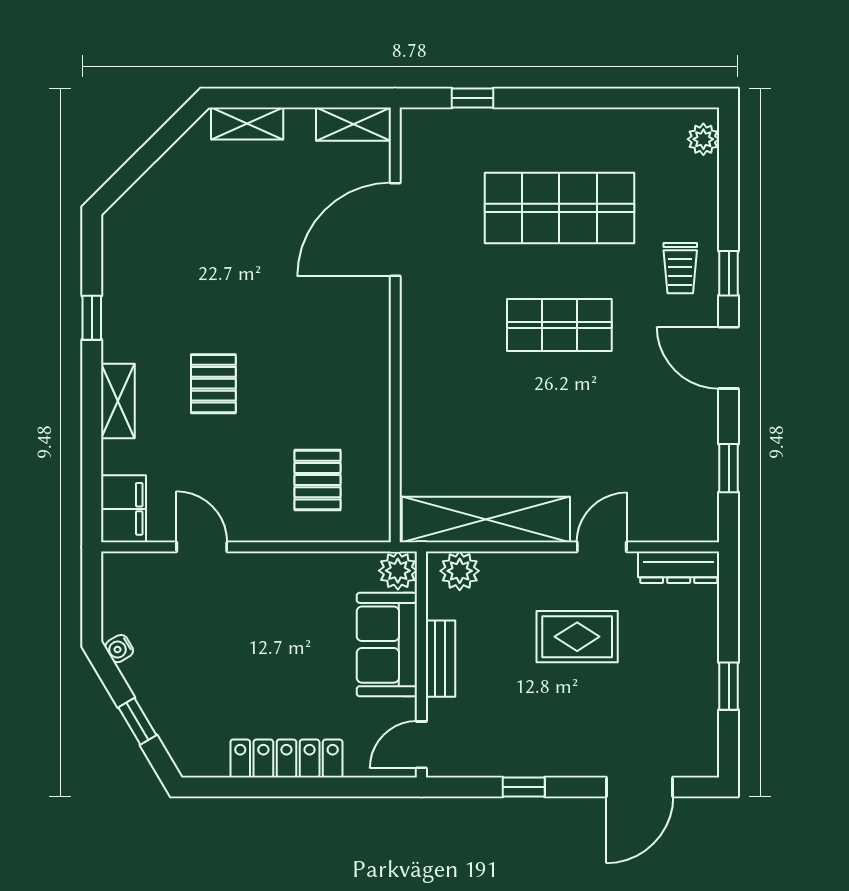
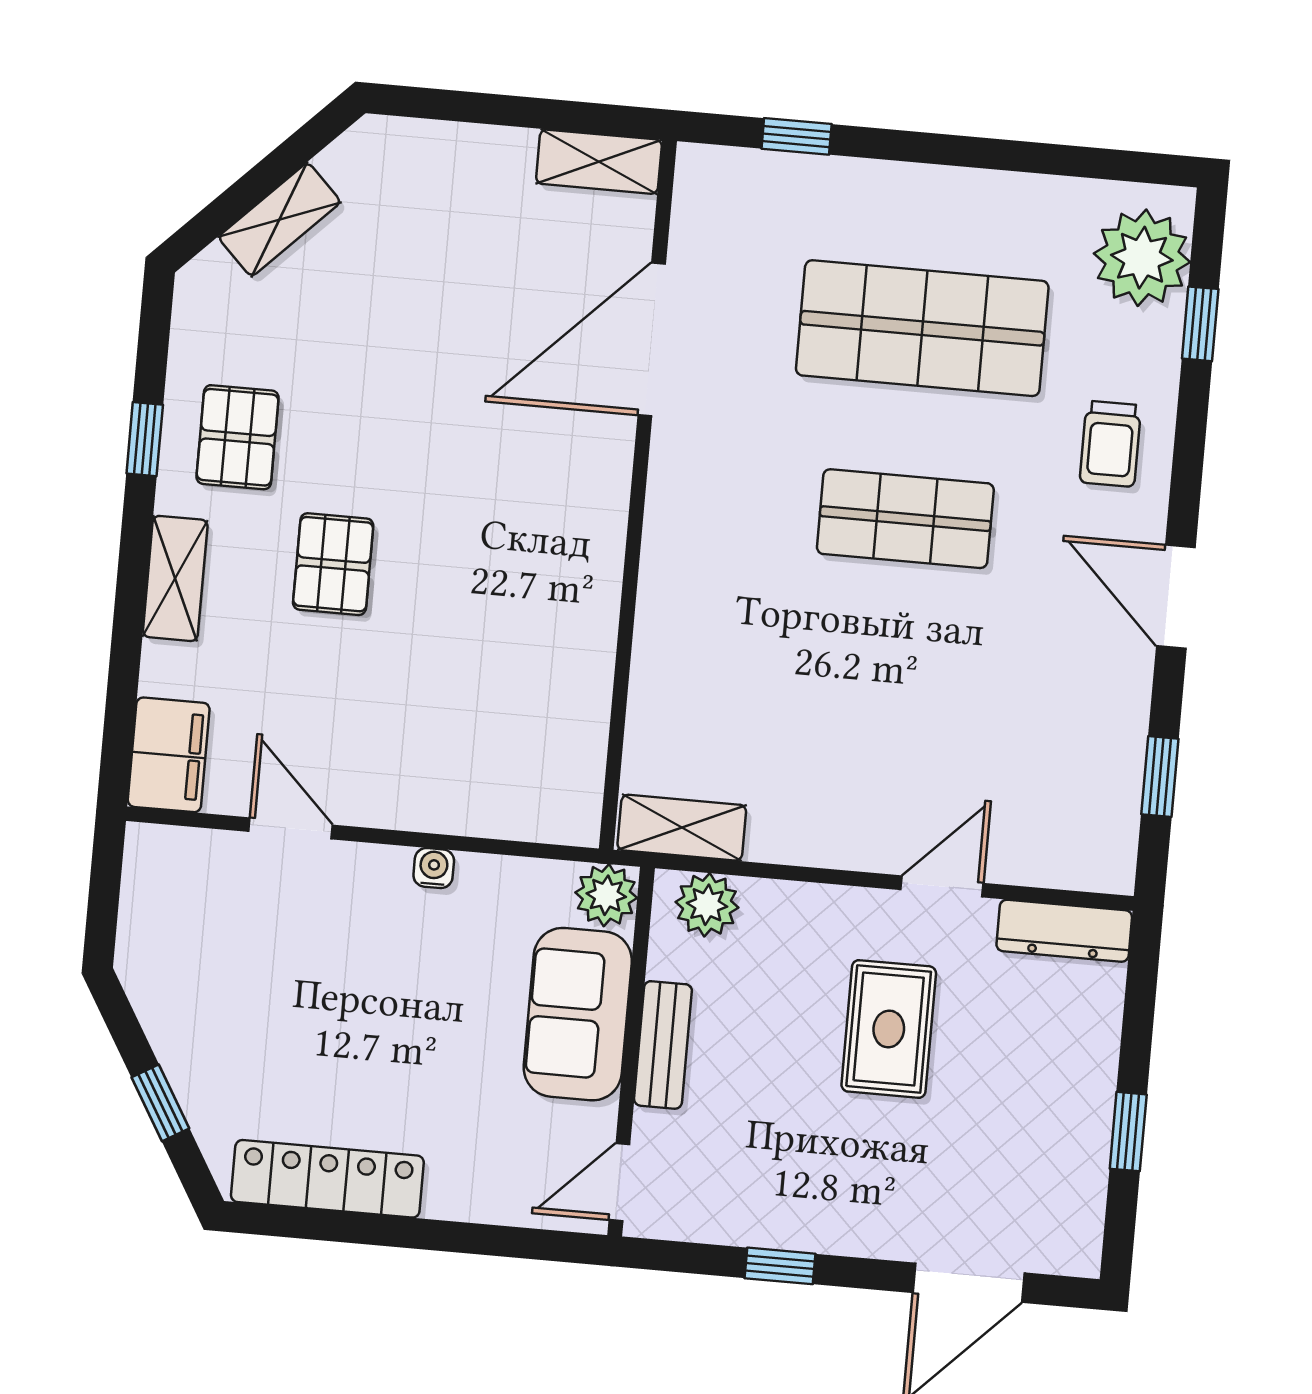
shelving: (247, 124) -> (280, 220), moved, turned -45
plant: (703, 139) -> (1142, 258), width x1.87, depth x1.87
window: (729, 273) -> (1200, 324), moved
pallet: (317, 480) -> (238, 437), moved
shelving: (486, 520) -> (682, 828), width x0.45, depth x0.75
rug: (577, 637) -> (889, 1029), turned 90
water cooler: (119, 649) -> (434, 868), moved, turned 121
locker: (286, 758) -> (327, 1179), moved

